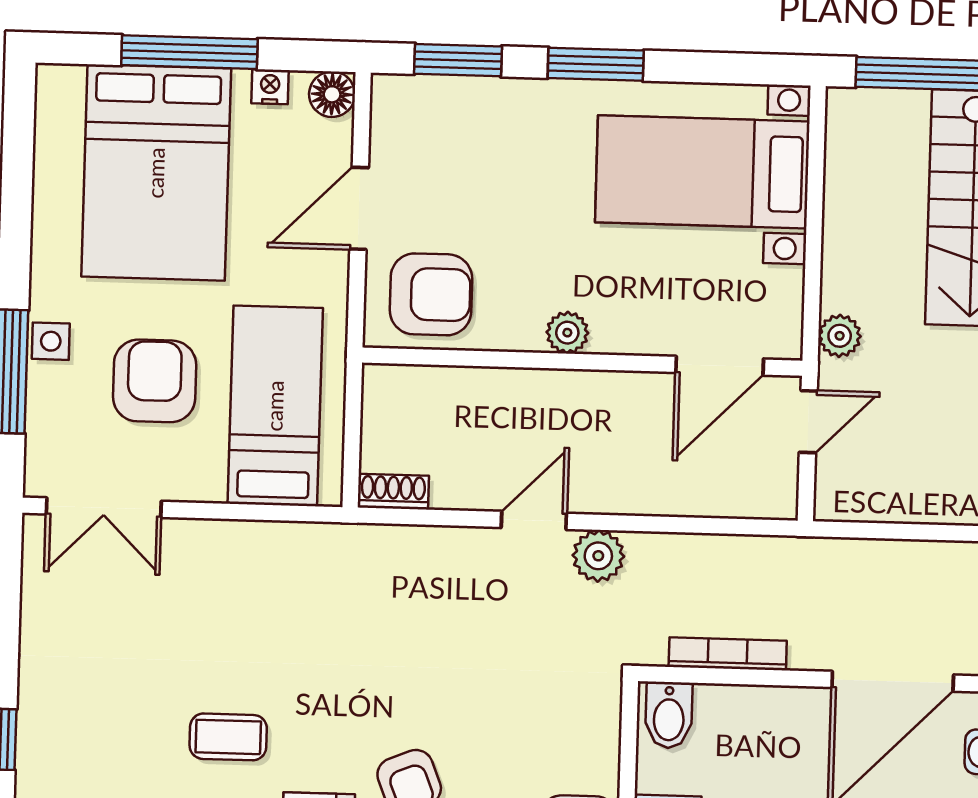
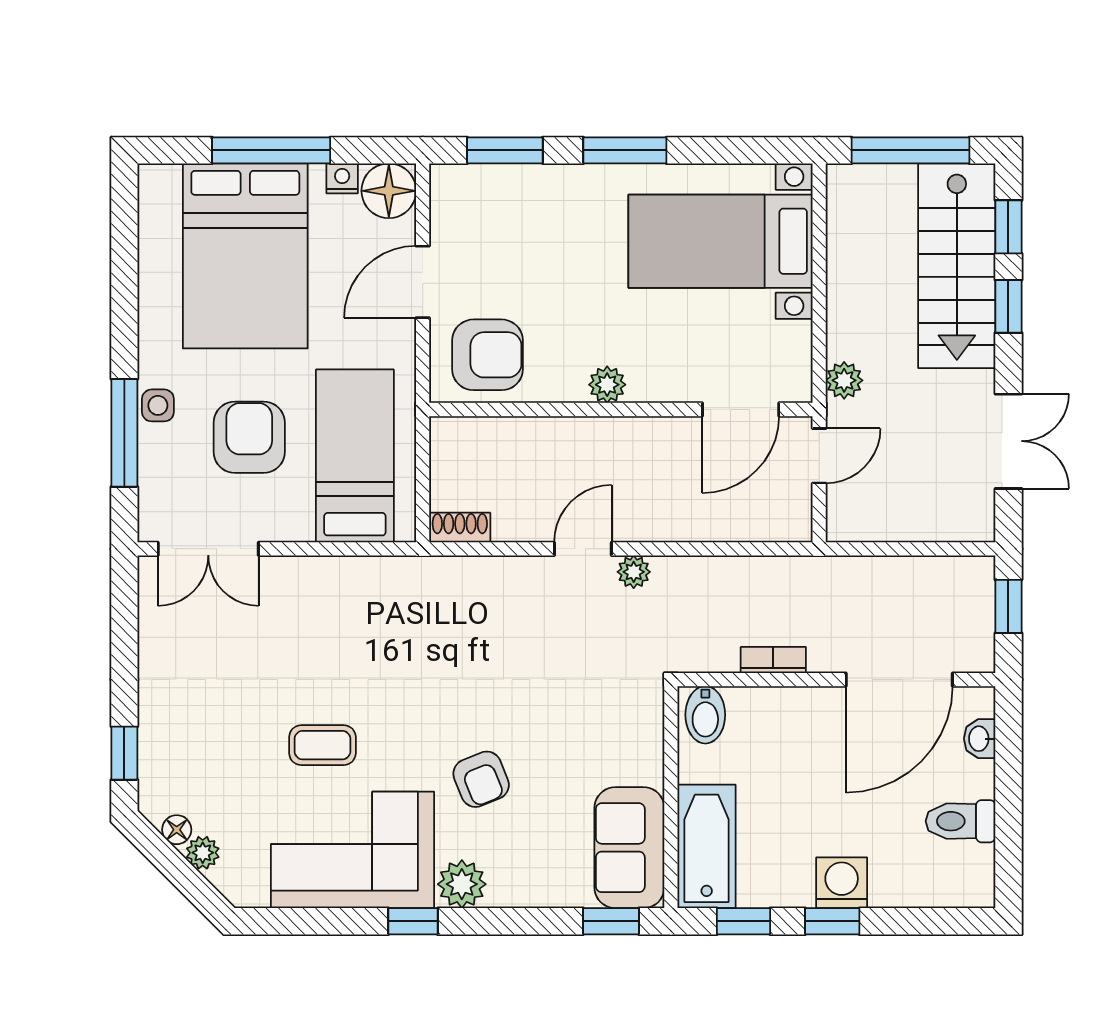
floor lamp: (332, 94) -> (389, 191), width x1.38, depth x1.38
plant: (598, 556) -> (634, 572), width x0.73, depth x0.73
bookcase: (728, 654) -> (773, 660), width x0.64

